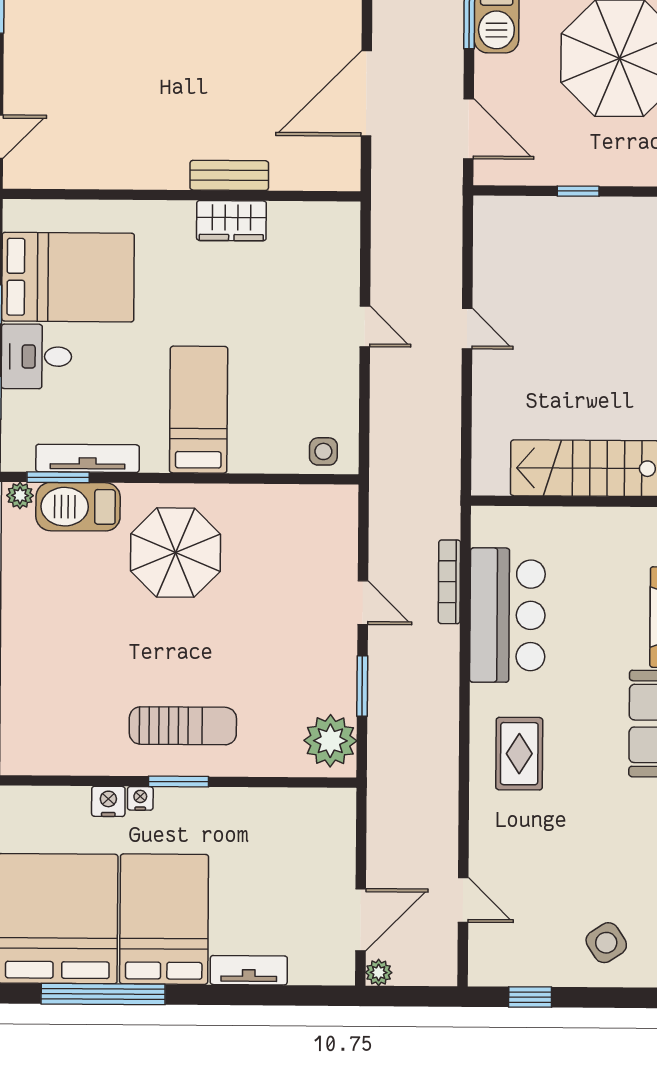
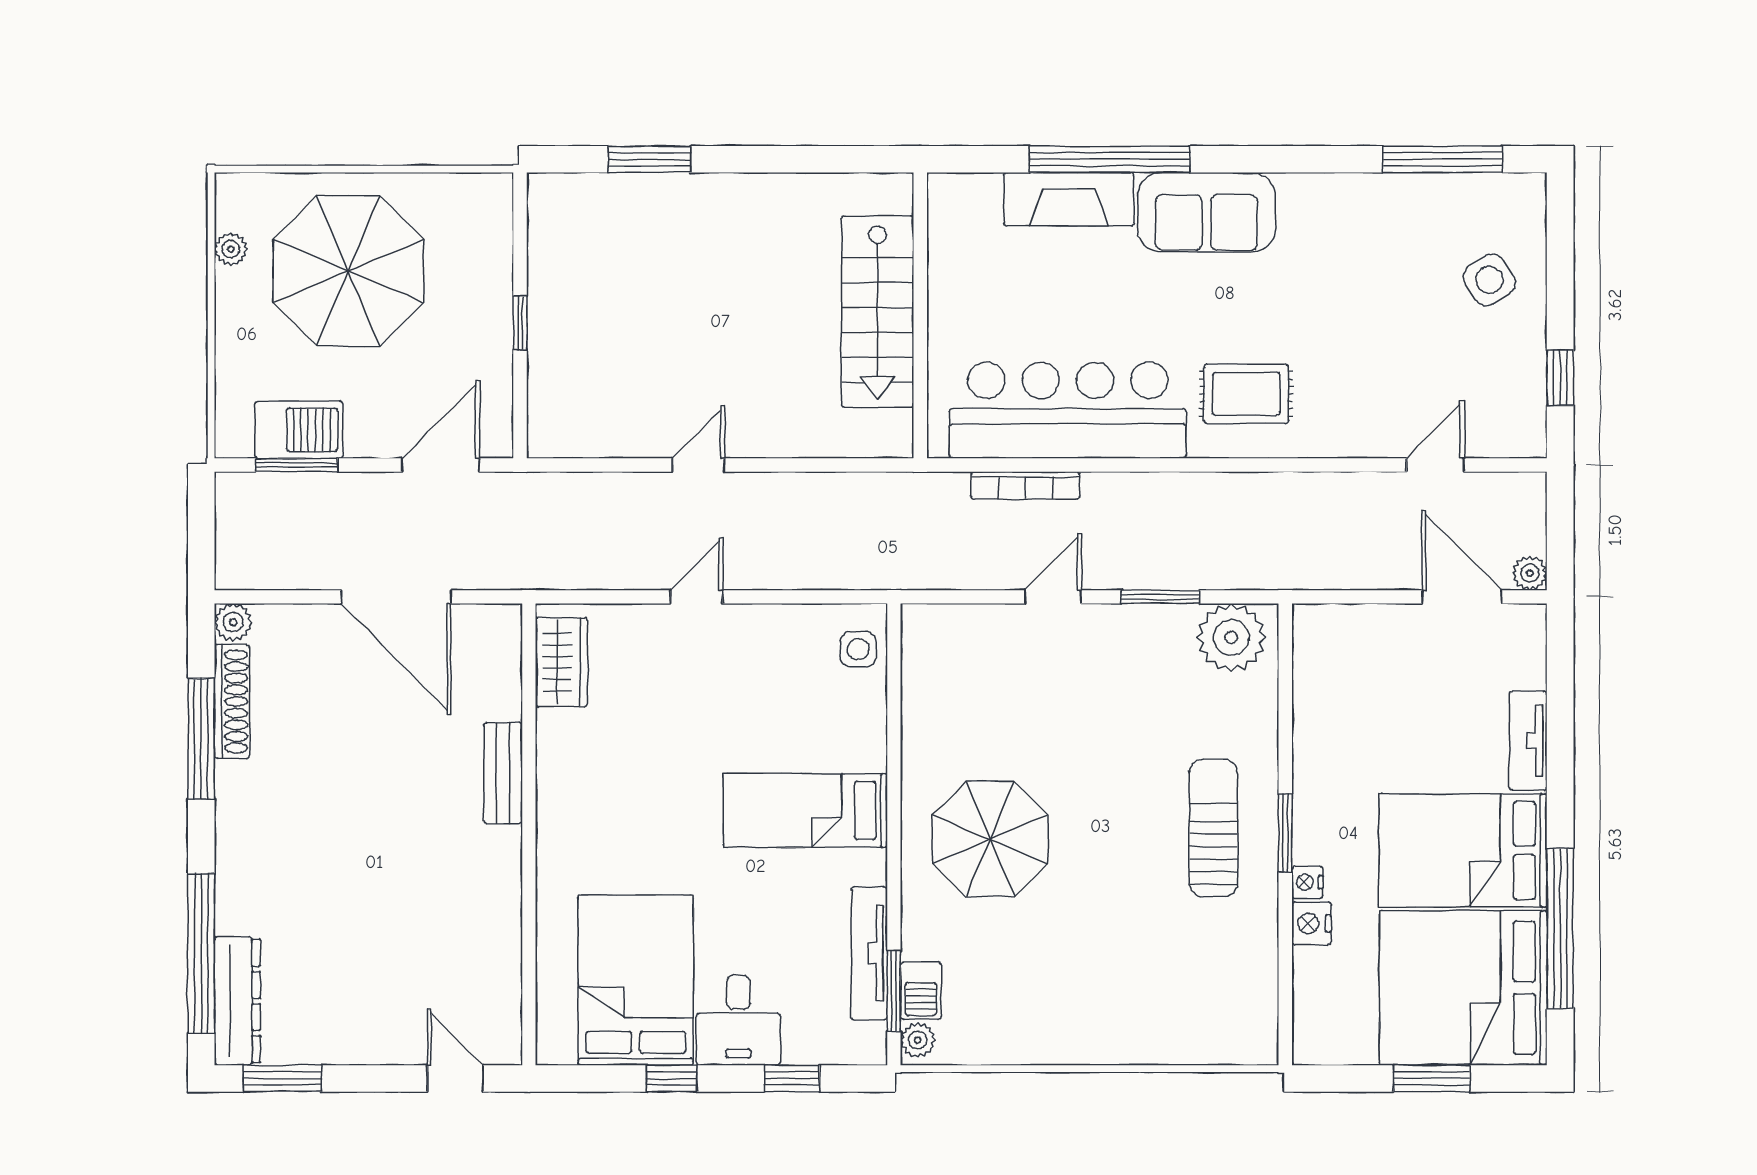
wardrobe: (231, 221) -> (561, 662), moved
barbecue: (78, 507) -> (921, 991), width x0.53, depth x0.65
bar counter: (508, 615) -> (1068, 410), width x1.36

